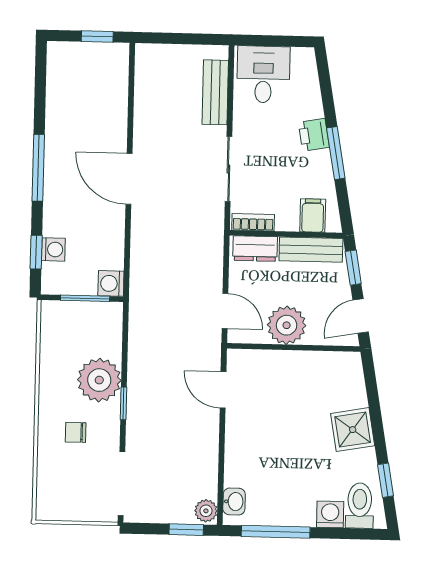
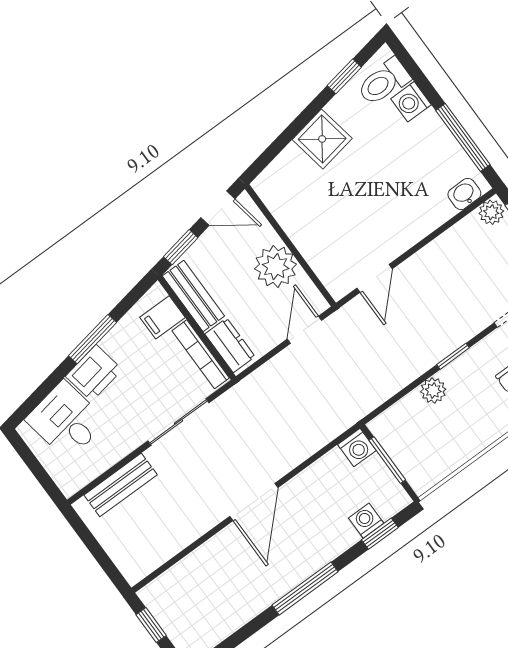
desk: (263, 74) -> (66, 420), moved, turned 80
printer: (314, 135) -> (94, 373), width x1.36, depth x1.24
bookcase: (253, 222) -> (201, 354), width x1.56
plant: (99, 380) -> (433, 390), width x0.53, depth x0.53

